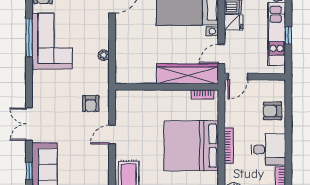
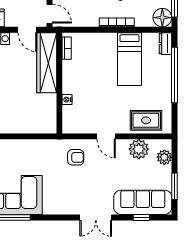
plant: (104, 55) -> (139, 149), moved, width x1.88, depth x1.88
nightstand: (150, 95) -> (67, 100), added
bed: (191, 146) -> (129, 59), width x0.49

